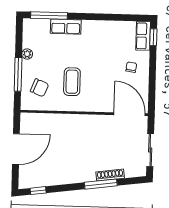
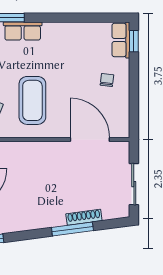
coffee table: (72, 82) -> (32, 100), width x1.36, depth x1.32
door: (130, 114) -> (90, 140), moved

